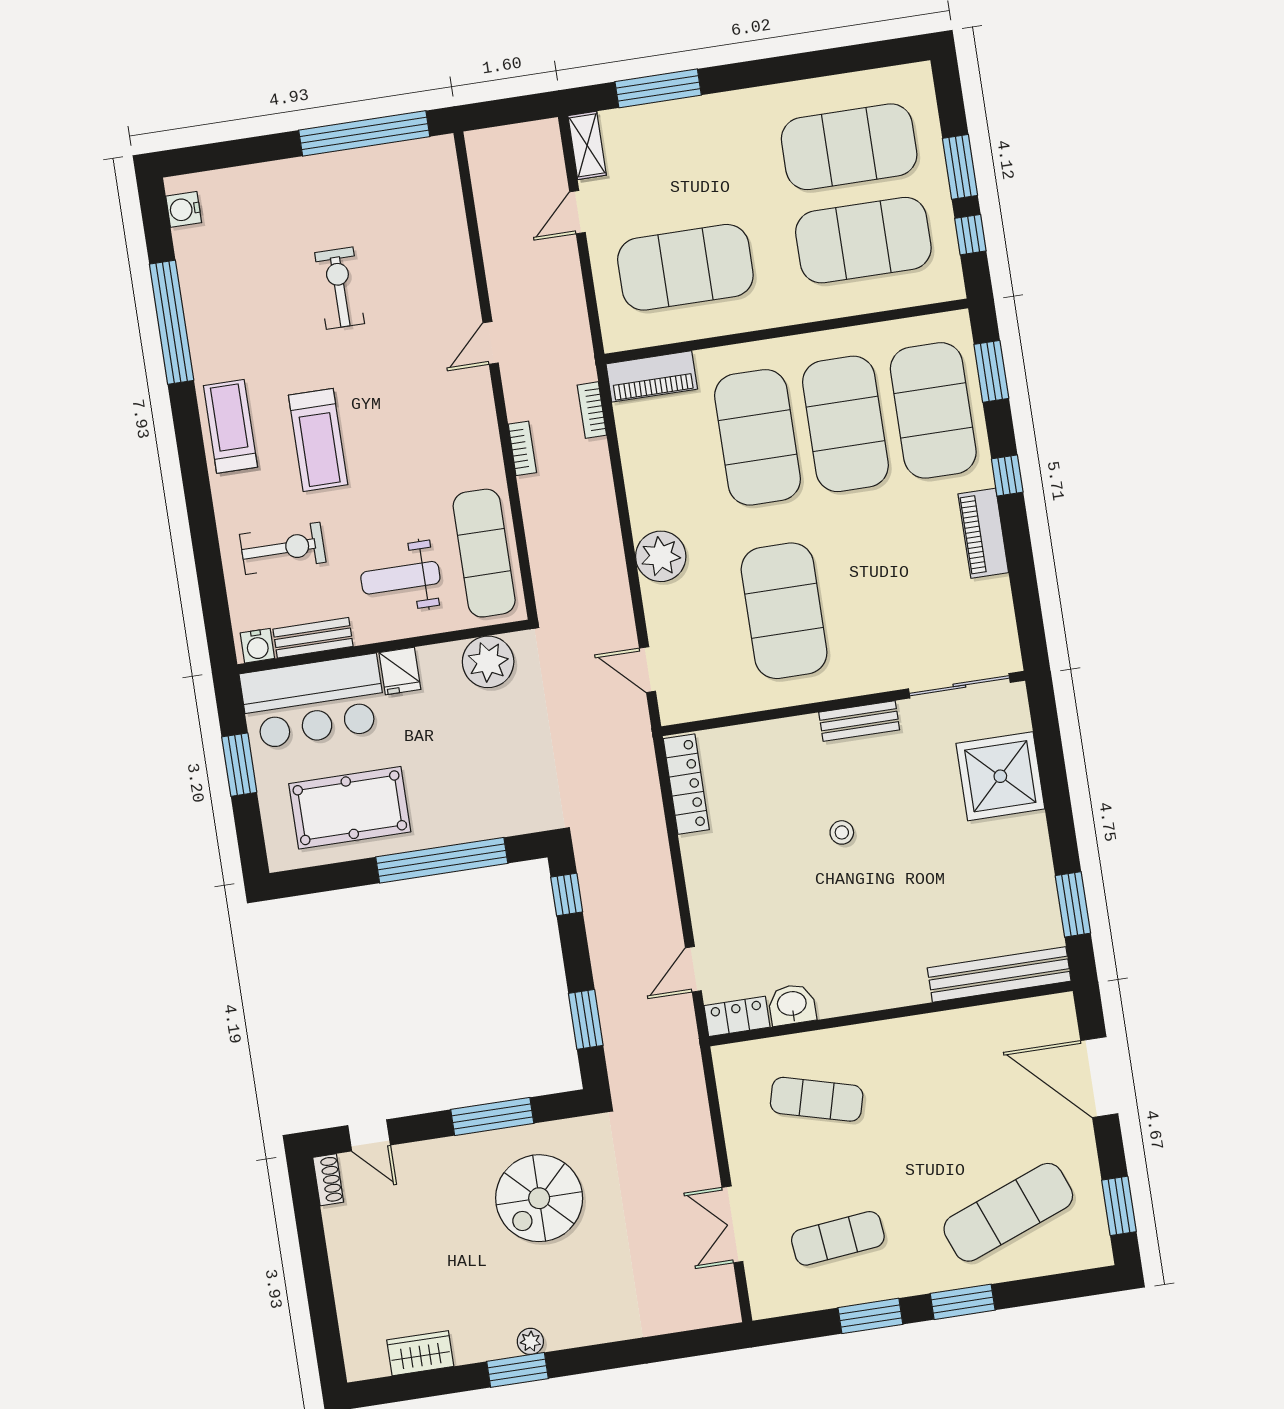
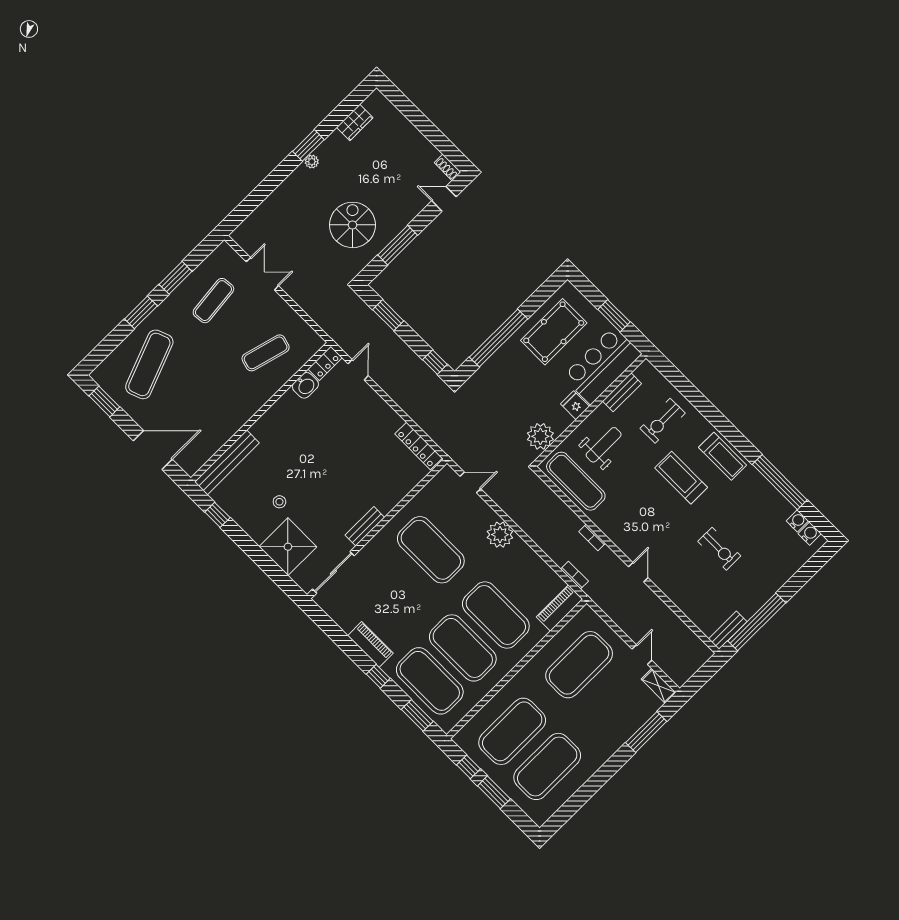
bench: (418, 153) -> (728, 630), added
water cooler: (257, 646) -> (797, 521), moved, turned 90
stool: (842, 832) -> (279, 502), moved
window: (1073, 904) -> (217, 515), width x0.67

